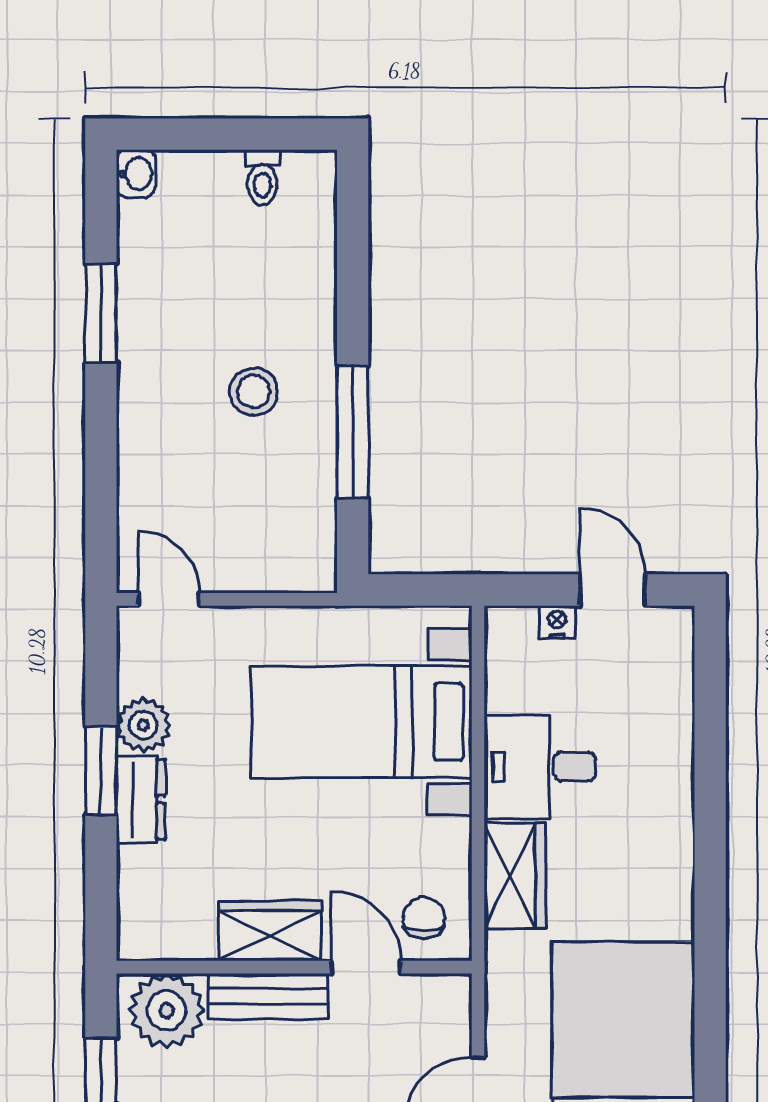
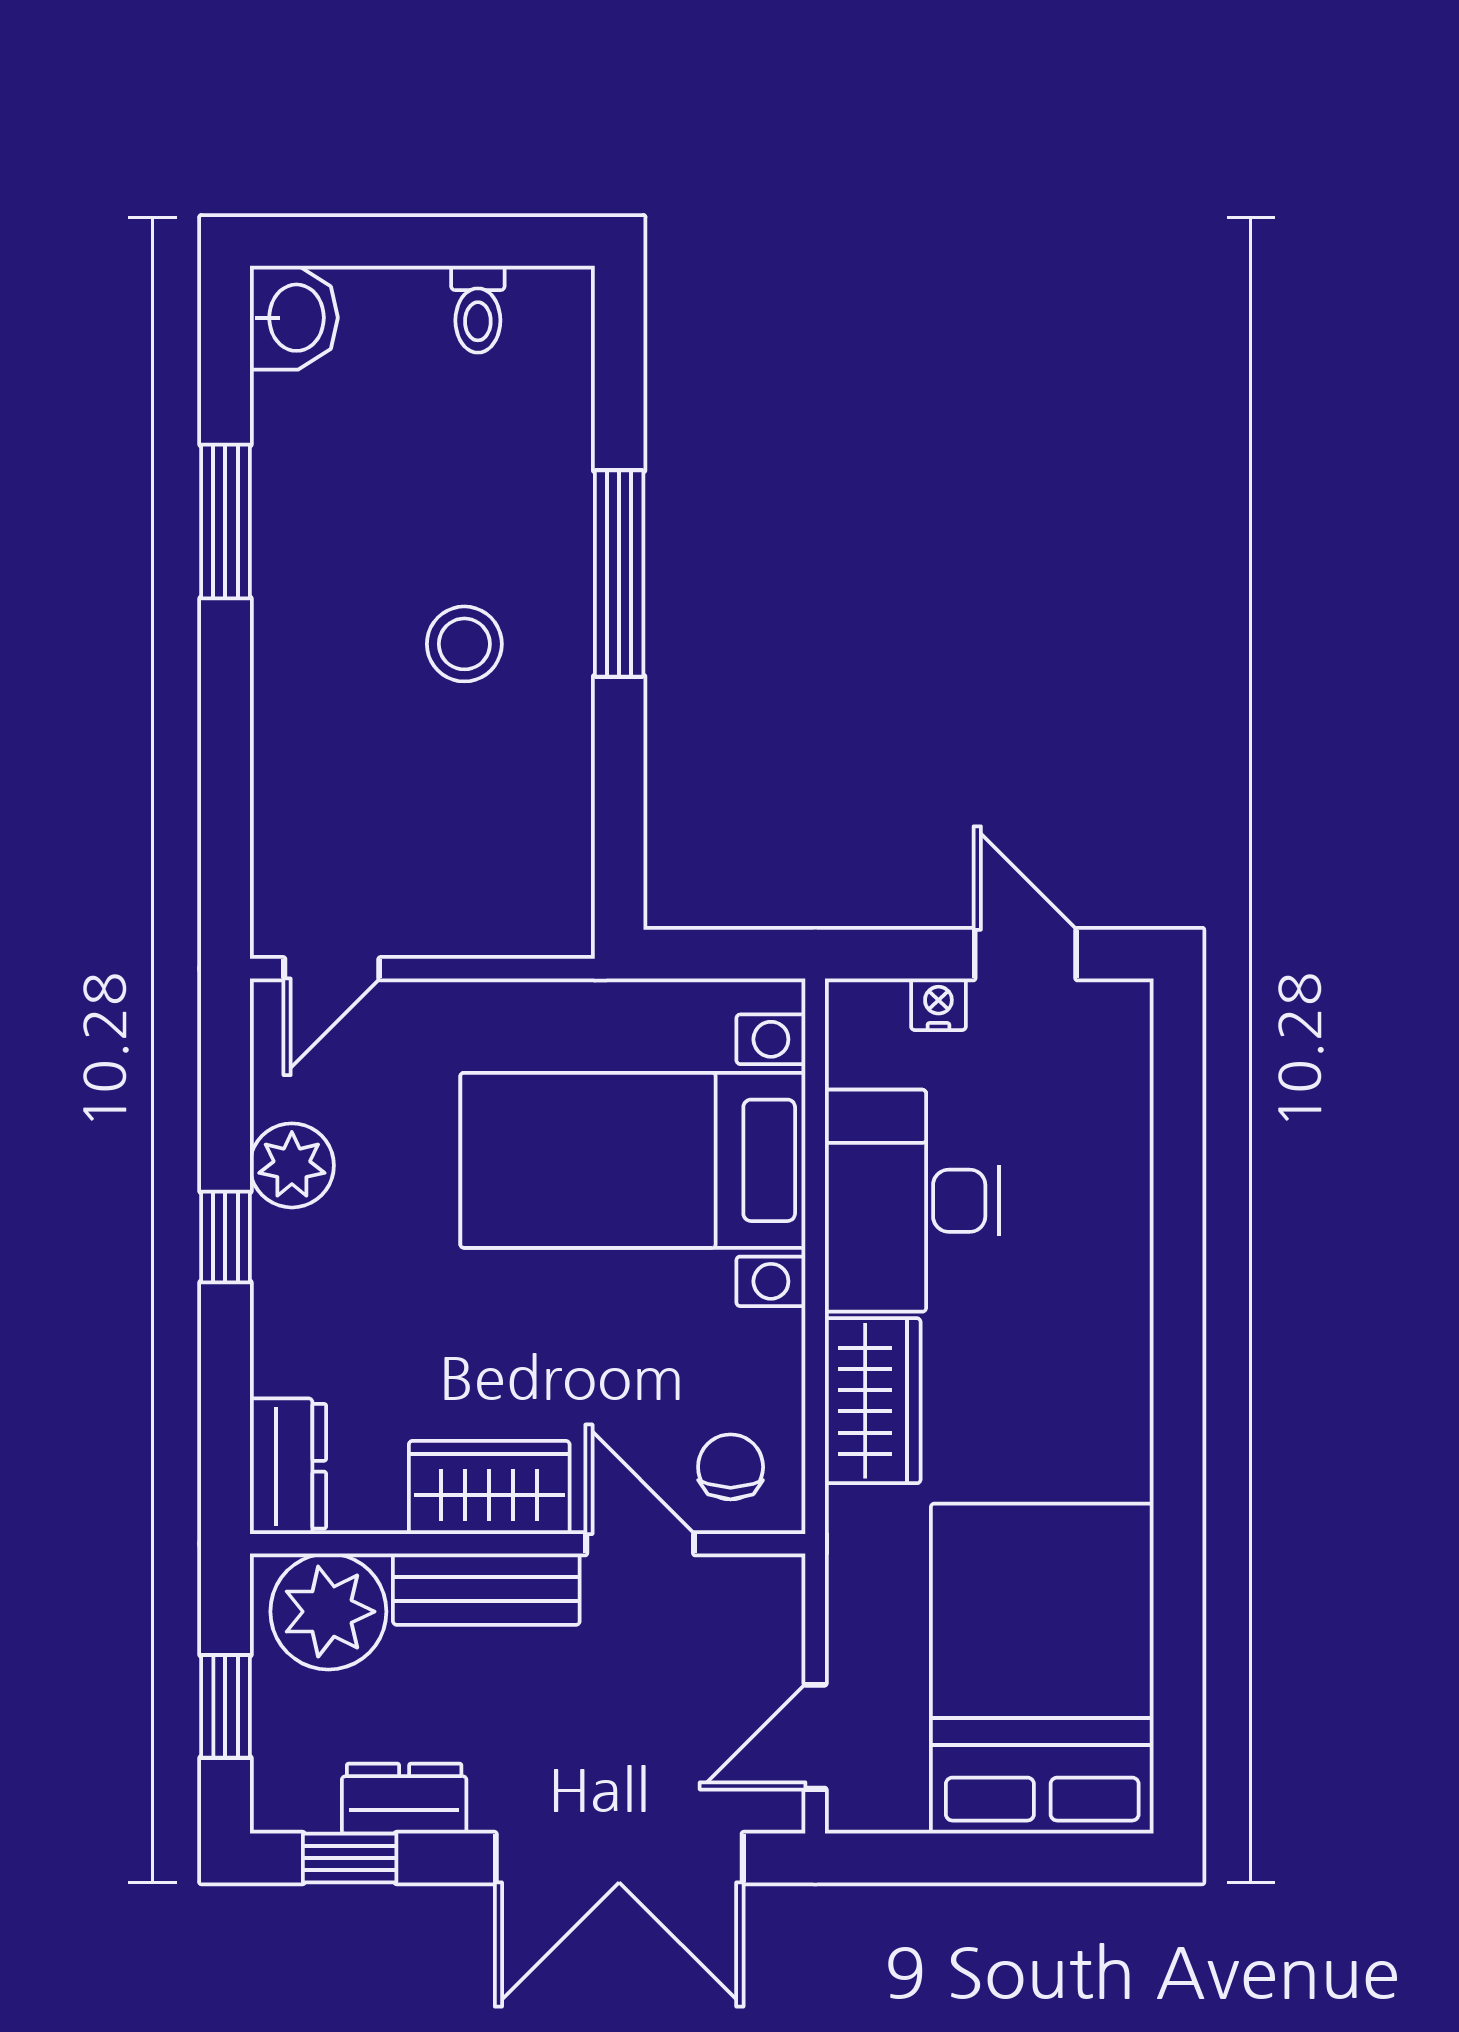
washbasin: (136, 174) -> (294, 318), width x1.38, depth x1.45
window: (353, 432) -> (619, 574), moved
door: (169, 599) -> (332, 969), swing flipped
desk: (540, 767) -> (912, 1201), width x1.37
window: (101, 771) -> (225, 1237), width x0.67
dresser: (141, 800) -> (288, 1466), moved

